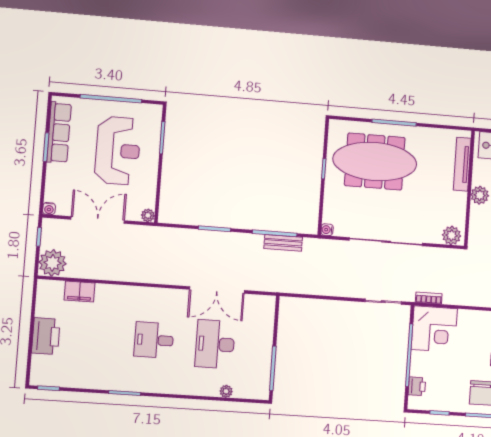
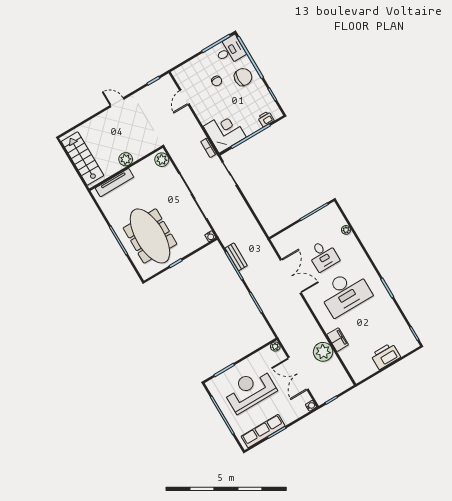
plant: (52, 263) -> (323, 352), moved
filing cabinet: (79, 292) -> (338, 340), moved
desk: (154, 340) -> (345, 293), width x1.87, depth x1.30
desk: (215, 344) -> (323, 255), width x0.73

